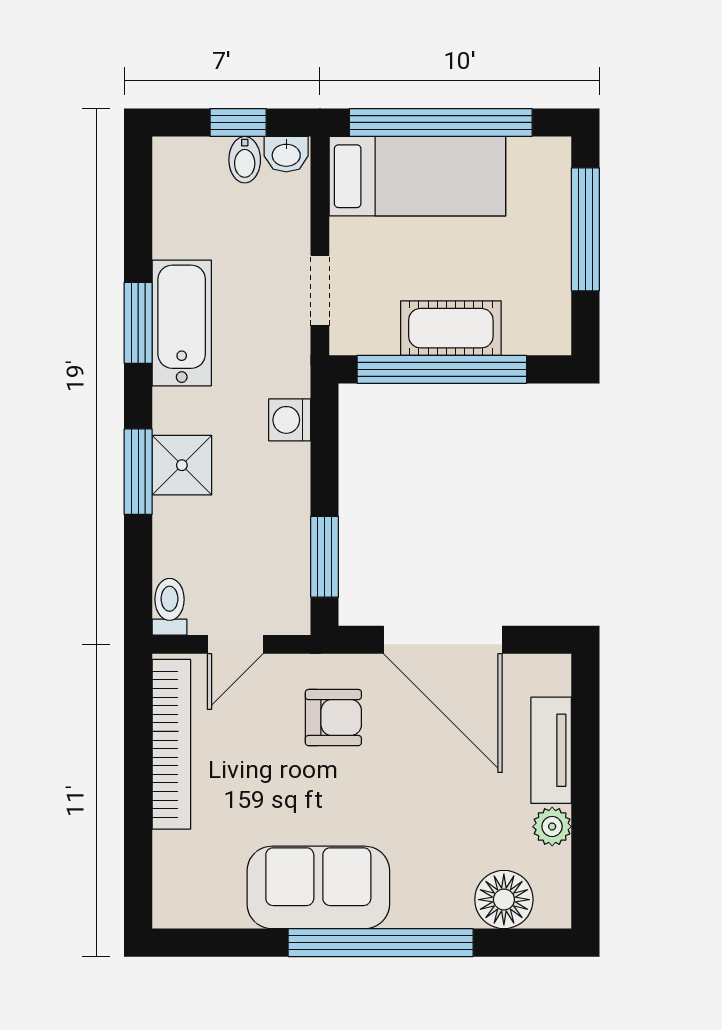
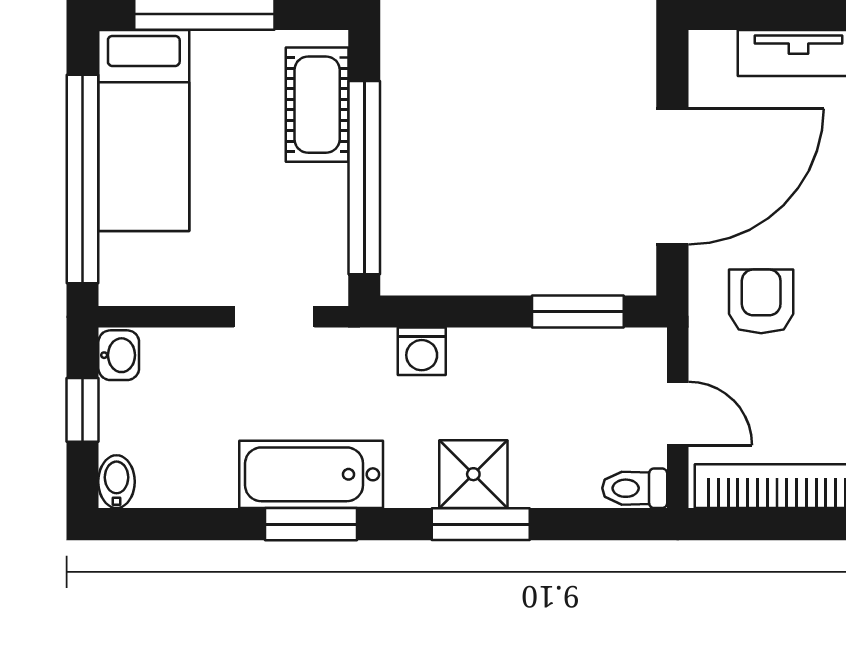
bidet: (245, 160) -> (116, 482), moved, turned -90
bed: (417, 176) -> (144, 130), moved, turned 180
cot: (451, 328) -> (317, 105), moved

